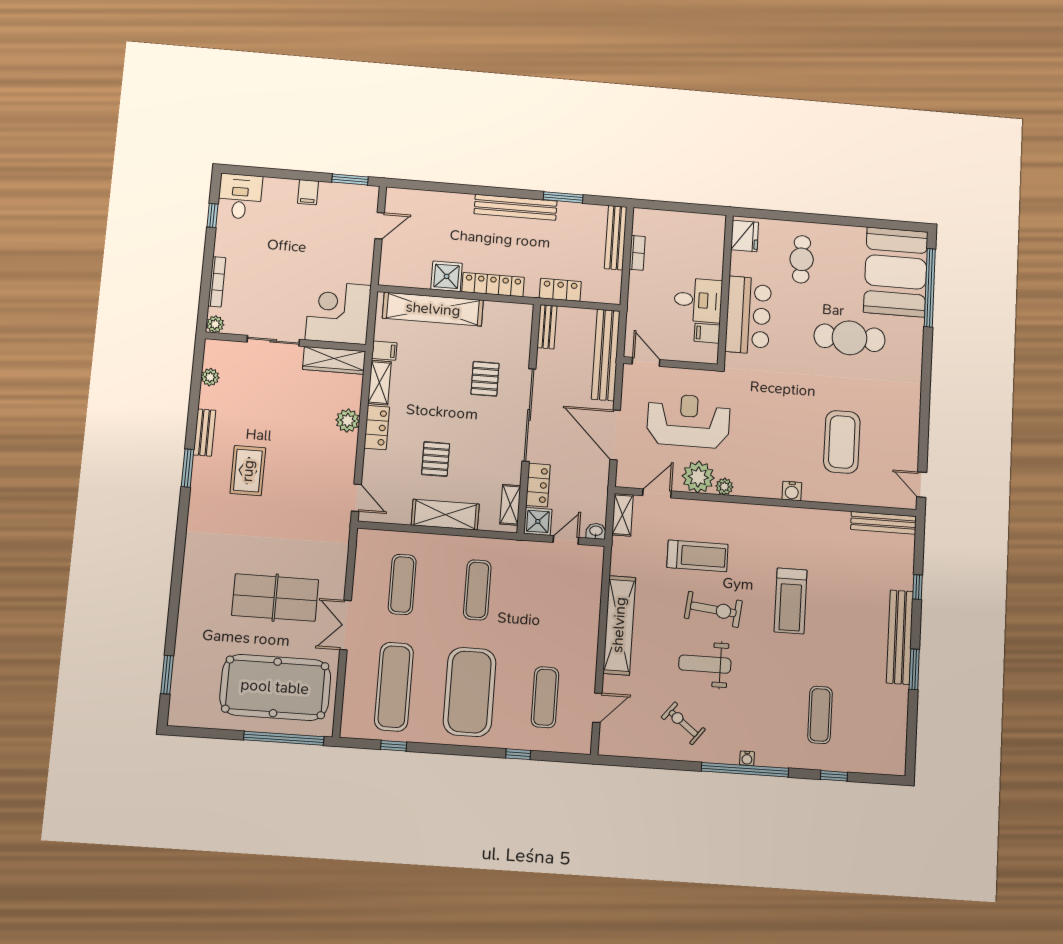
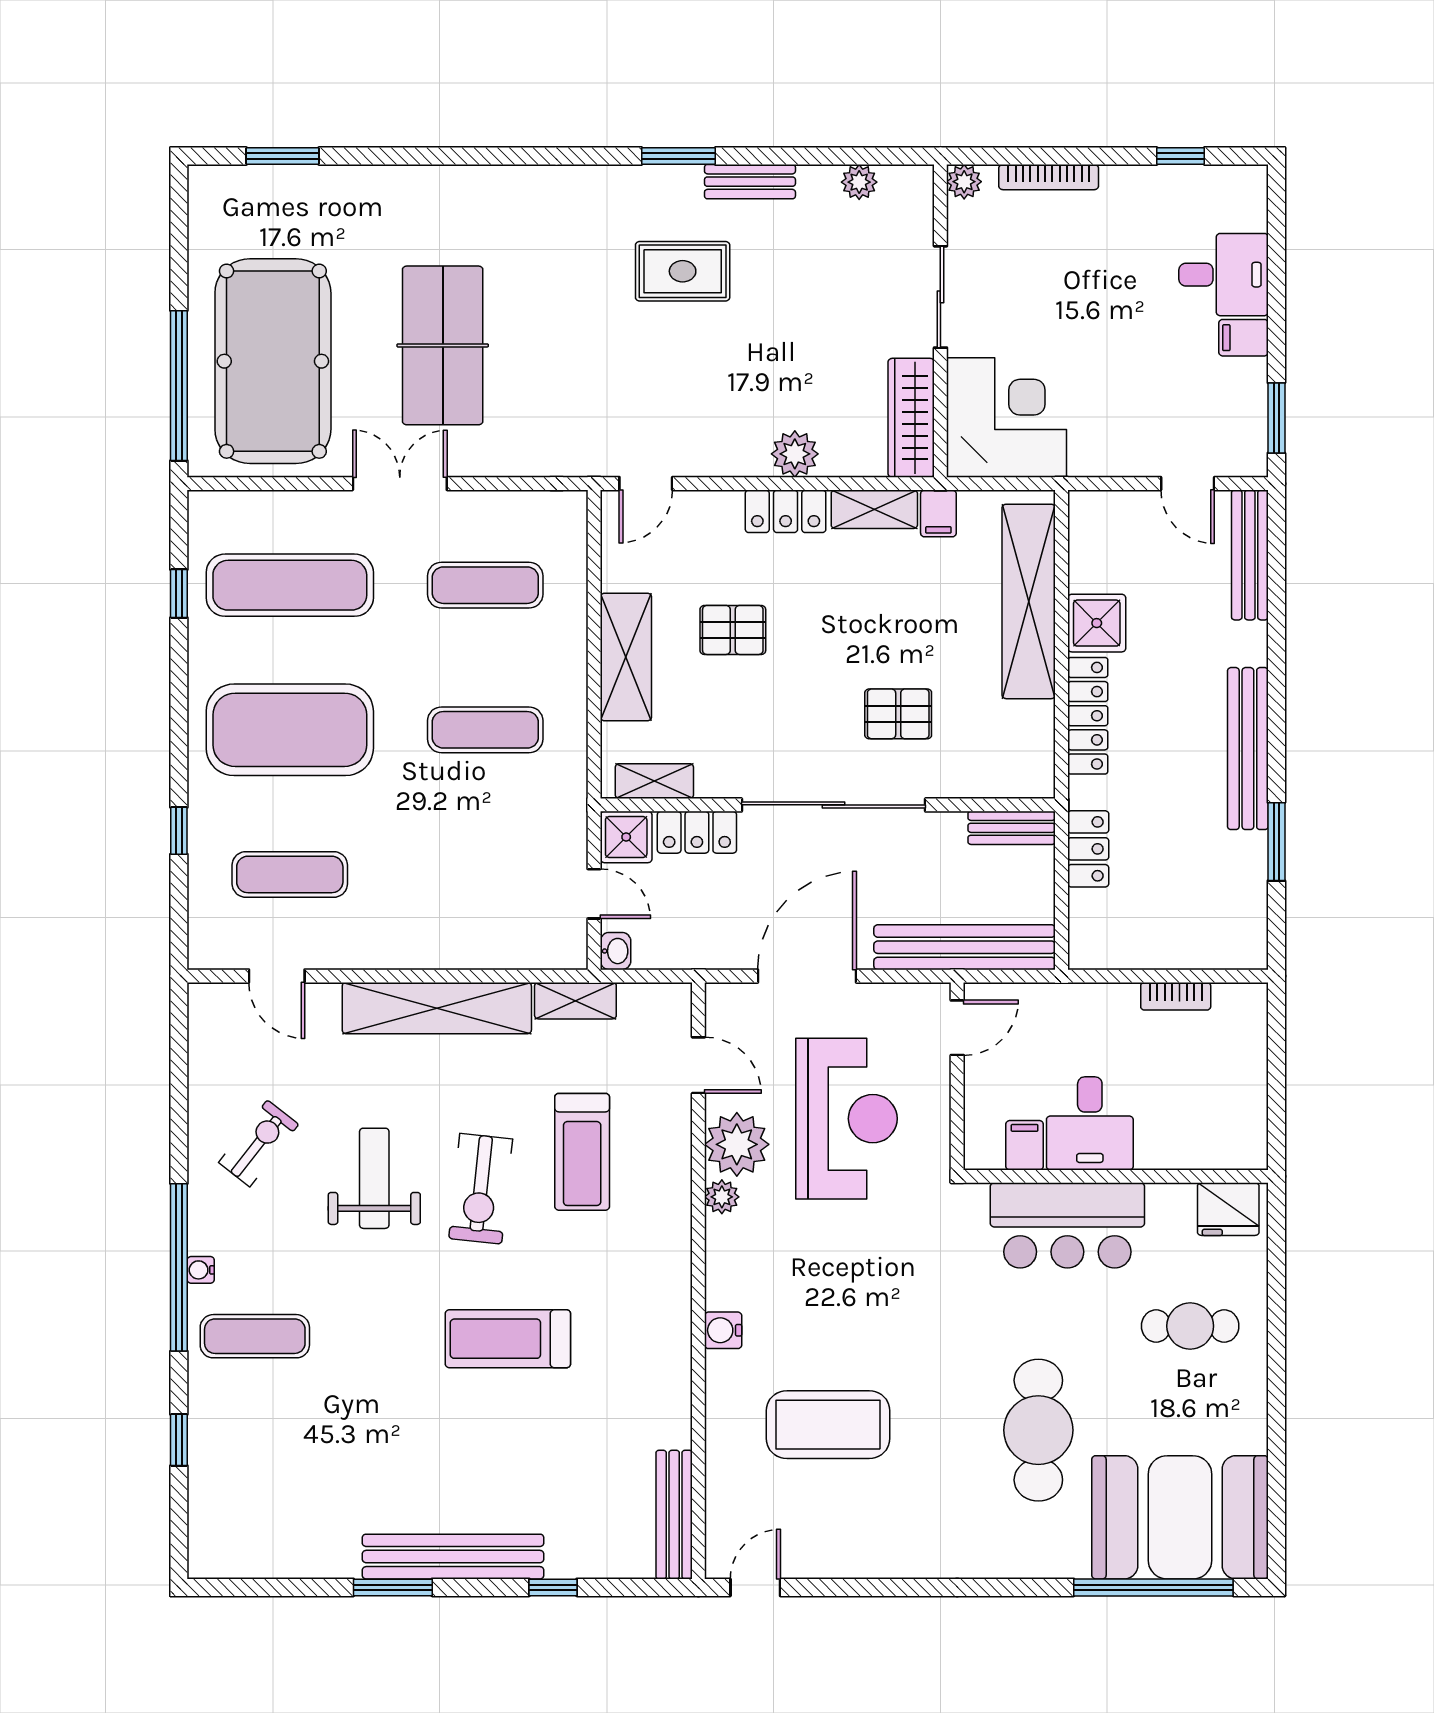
desk: (240, 196) -> (1224, 275), moved
bench: (616, 238) -> (1250, 555), moved, turned 90
shelving: (623, 515) -> (575, 1001), moved
exercise mat: (820, 715) -> (255, 1336), moved

